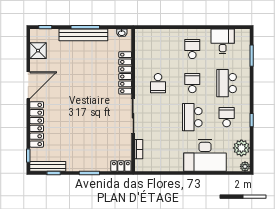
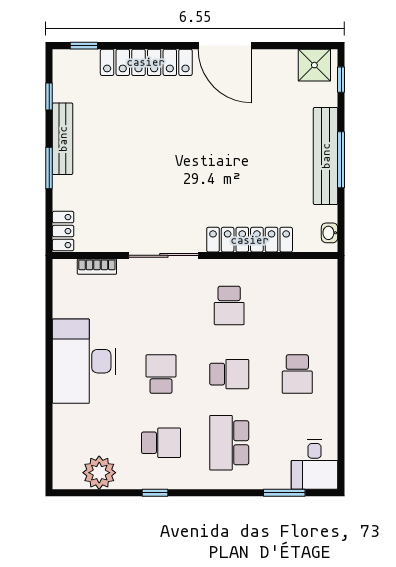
desk: (223, 41) -> (315, 464), moved, turned 90
school desk: (192, 49) -> (297, 374), turned 90
shower: (38, 51) -> (314, 65), moved
school desk: (158, 83) -> (229, 305), turned -90
school desk: (227, 83) -> (229, 443), turned -90
school desk: (192, 117) -> (161, 374), width x0.54
desk: (205, 155) -> (84, 361), moved
bench: (48, 166) -> (63, 139), moved
plant: (245, 166) -> (62, 480), removed

